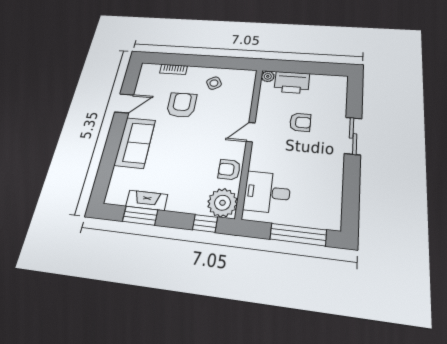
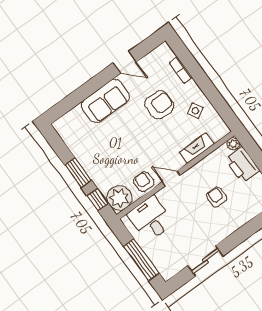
armchair: (300, 122) -> (217, 197), turned 180
door: (251, 132) -> (171, 179), moved
sliding door: (353, 136) -> (205, 261), moved
fireplace: (147, 200) -> (197, 148), moved, turned -90
window: (140, 216) -> (78, 173), moved

